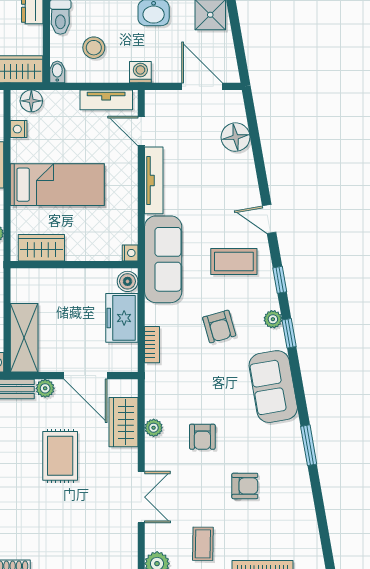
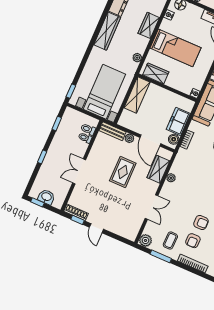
boiler: (128, 281) -> (174, 139), moved
shelving: (24, 338) -> (137, 95), moved
armchair: (202, 437) -> (193, 241), moved

